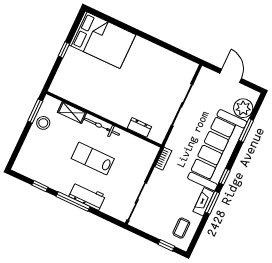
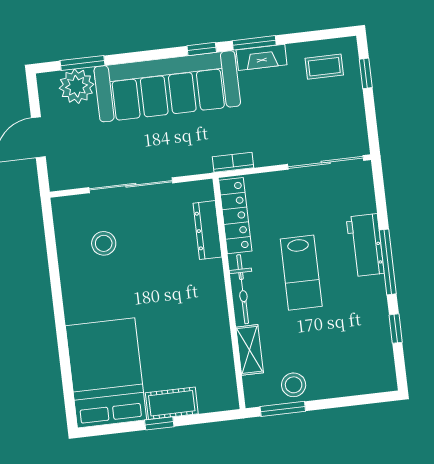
cot: (70, 61) -> (172, 403), added
stool: (163, 76) -> (104, 243), added
dresser: (139, 127) -> (207, 230), width x1.44
window: (246, 130) -> (83, 63), moved
locker: (138, 144) -> (235, 216), added

